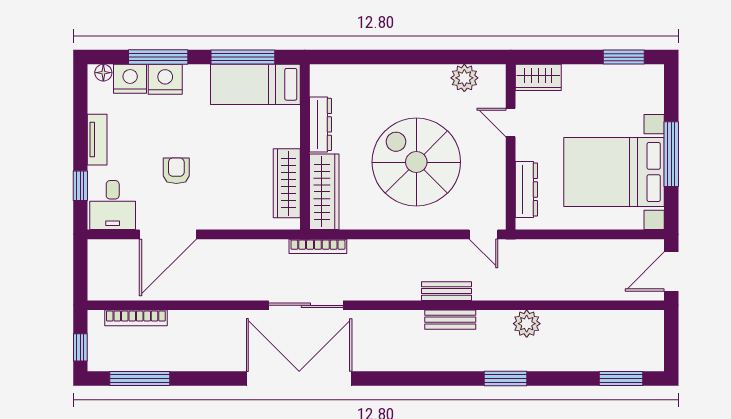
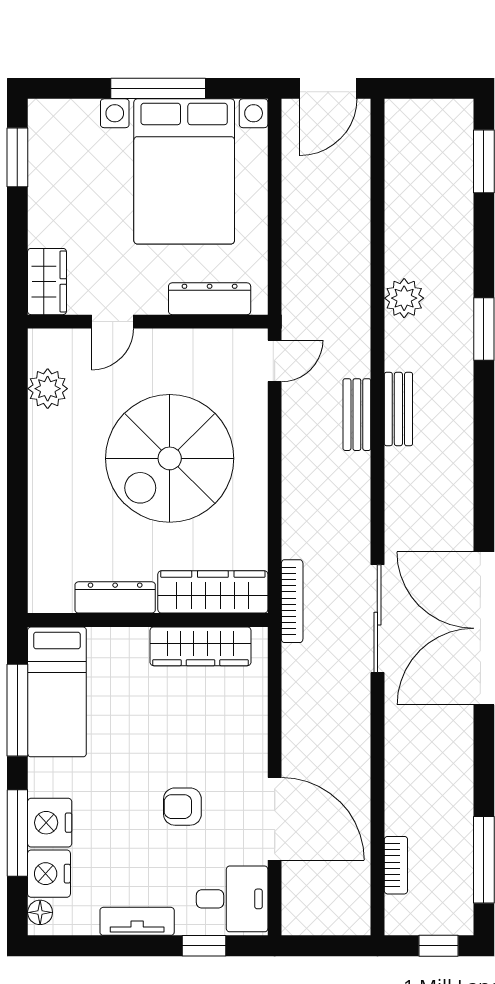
door: (671, 271) -> (328, 88), hinge flipped
bookcase: (136, 318) -> (396, 865), width x0.64

